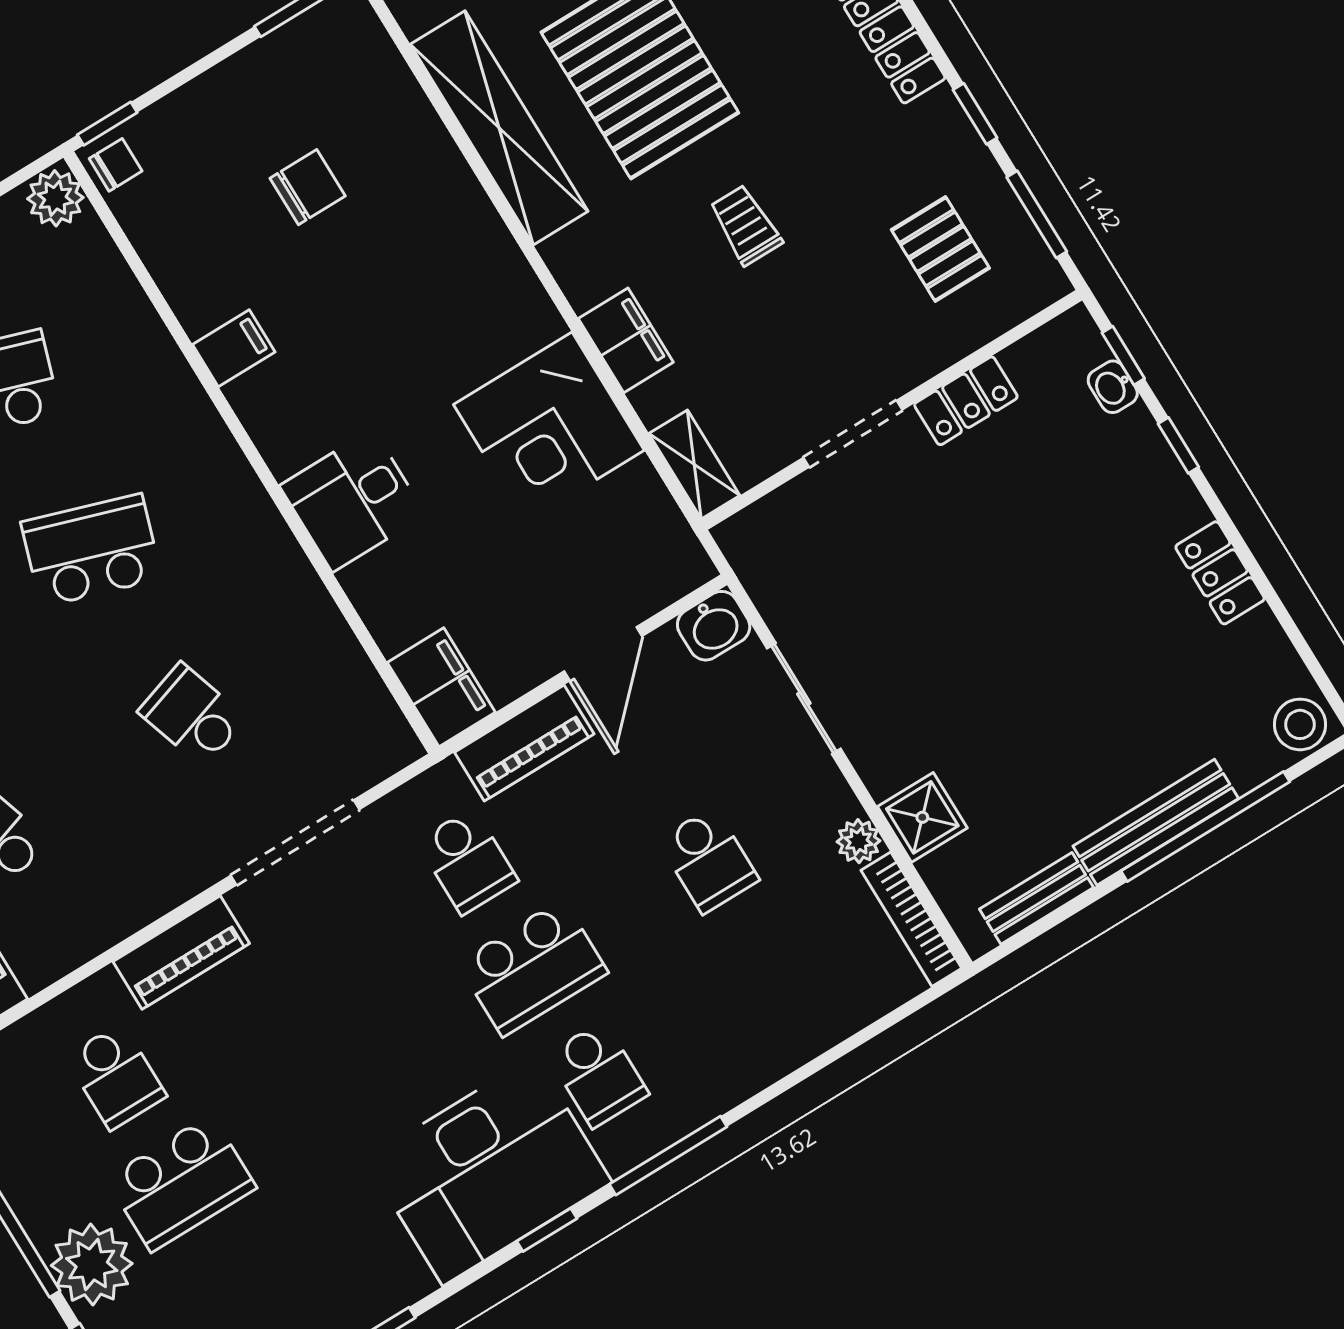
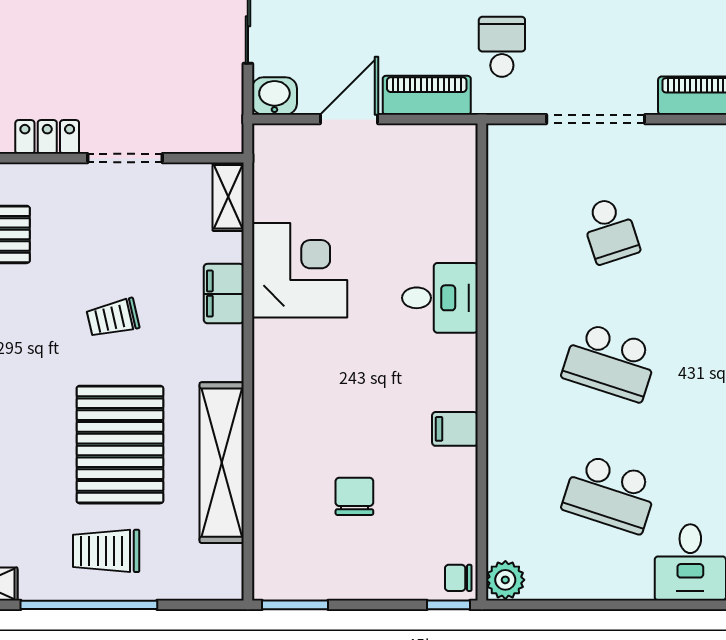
chair: (308, 187) -> (354, 496), turned 90
trolley: (746, 225) -> (113, 318), turned 77
filing cabinet: (441, 687) -> (455, 157), removed

